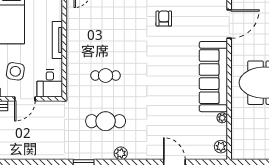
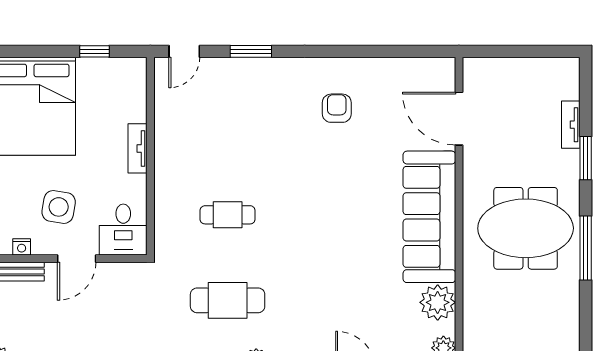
door: (229, 24) -> (459, 119), swing flipped
tv unit: (57, 40) -> (138, 148), width x0.71
plant: (222, 118) -> (438, 302), width x1.88, depth x1.88

